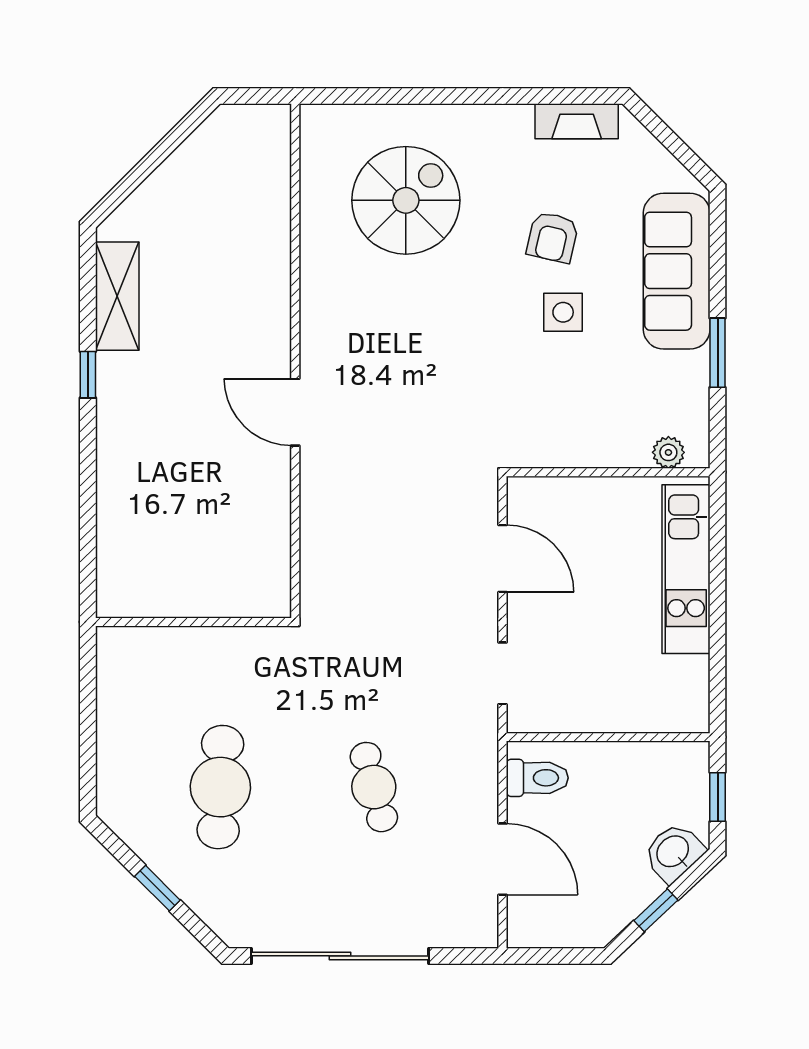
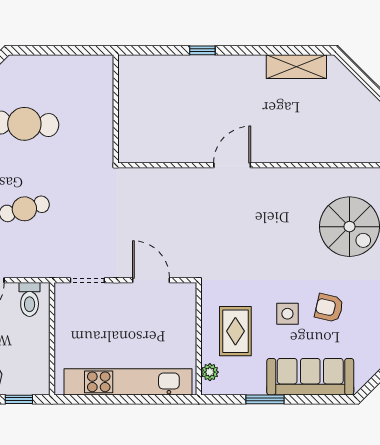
window: (88, 375) -> (202, 50), moved
rug: (595, 406) -> (235, 331), added
door: (503, 558) -> (151, 280), swing flipped
kitchen unit: (686, 569) -> (128, 382), width x1.36

